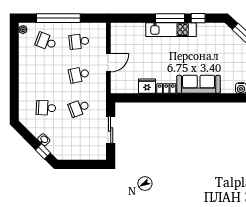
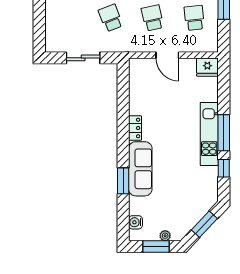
fridge: (147, 86) -> (207, 67), moved, turned 90
window: (208, 98) -> (123, 181), added

